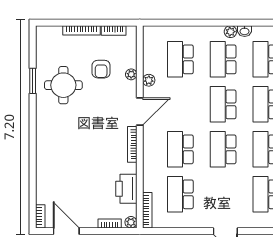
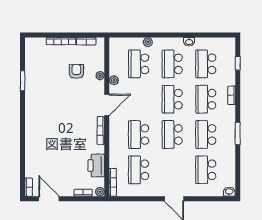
plant: (230, 32) -> (148, 42), moved
armchair: (101, 69) -> (76, 72), turned 180
round table: (63, 85) -> (47, 84), removed

